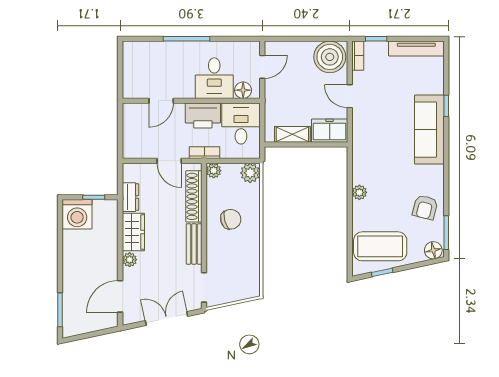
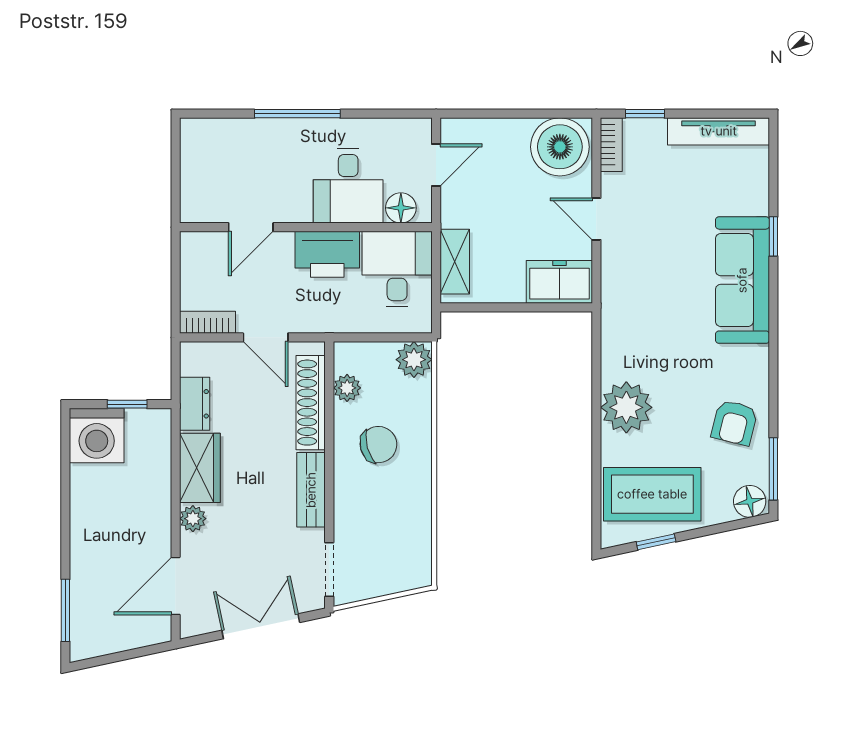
shelving: (292, 134) -> (455, 262), moved, turned 90
bookcase: (205, 153) -> (208, 322), moved
plant: (214, 171) -> (347, 388), moved
plant: (359, 192) -> (626, 407), width x1.88, depth x1.88

